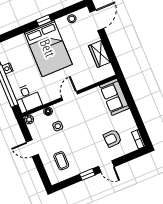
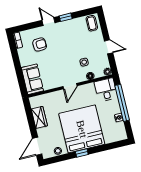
bed: (48, 48) -> (82, 129), width x1.36
coffee table: (61, 161) -> (92, 23), moved

